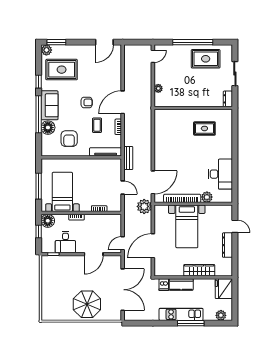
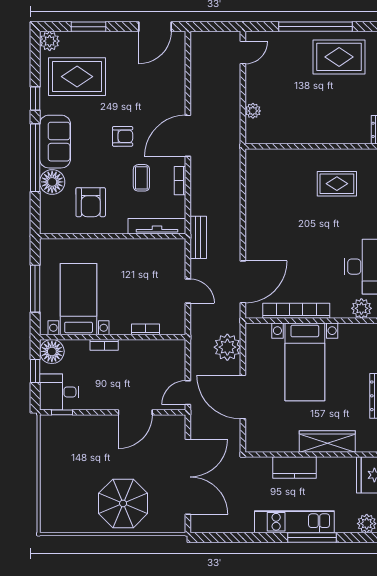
window: (56, 42) -> (88, 27), moved
plant: (207, 197) -> (361, 308), moved
plant: (144, 206) -> (227, 347), moved
desk: (65, 242) -> (59, 392), moved, turned 90
door: (153, 246) -> (243, 397), hinge flipped
dishwasher: (164, 285) -> (263, 468), removed

